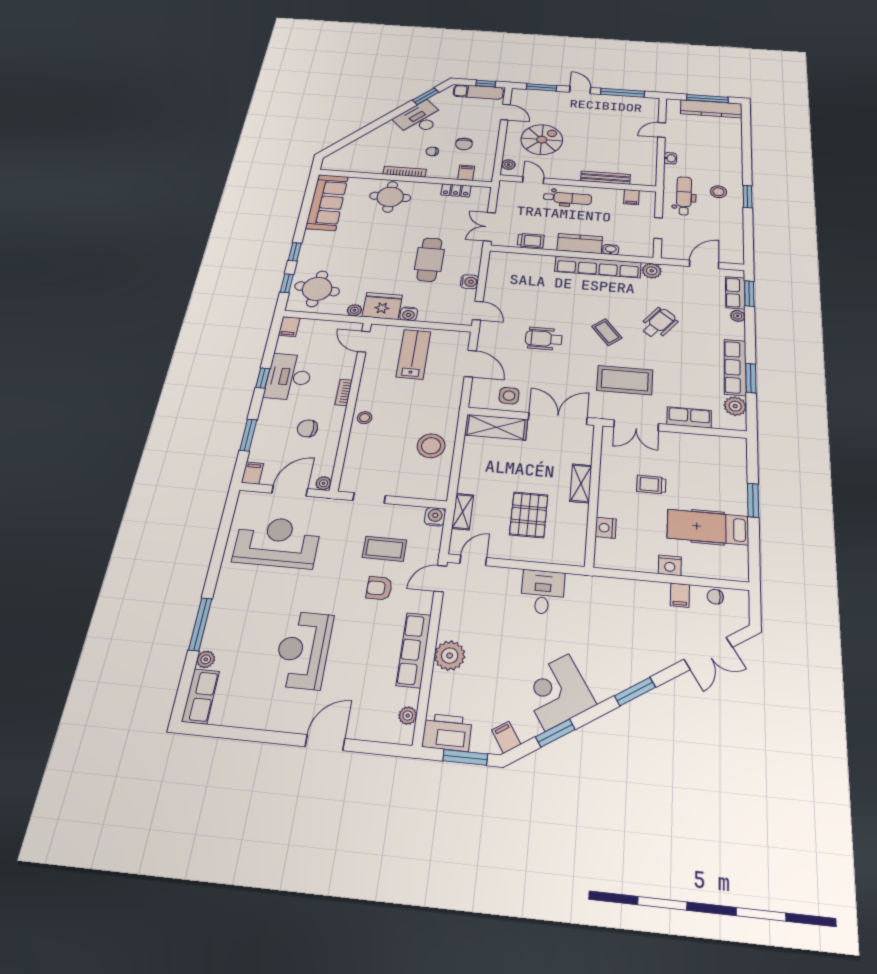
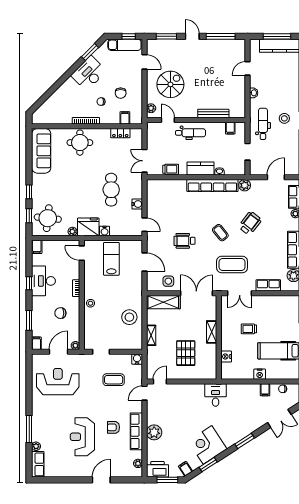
shelving: (463, 512) -> (151, 335), moved
armchair: (379, 588) -> (113, 427), moved
desk: (543, 592) -> (216, 395), moved

